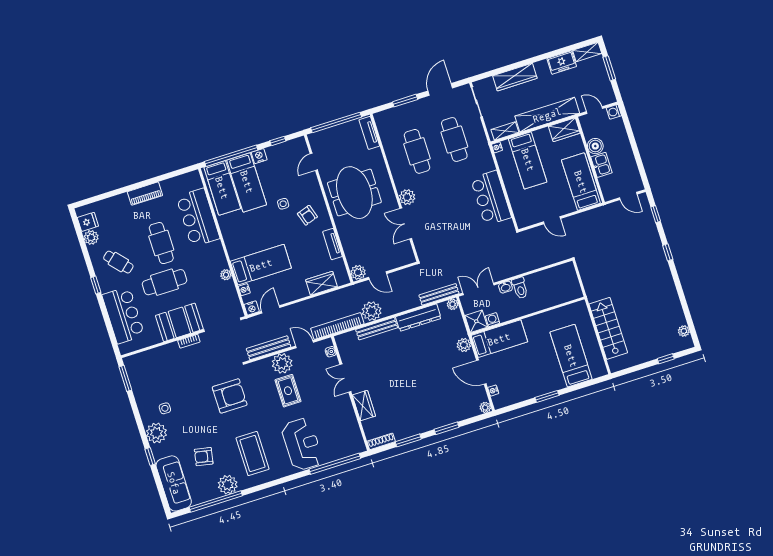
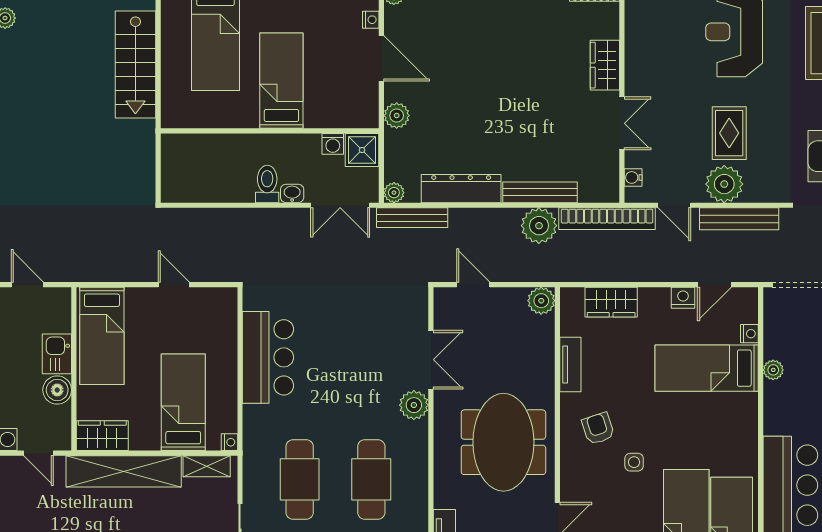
door: (378, 275) -> (473, 285), moved
nightstand: (252, 308) -> (683, 298), moved
bed: (499, 339) -> (281, 81), moved, turned 90

